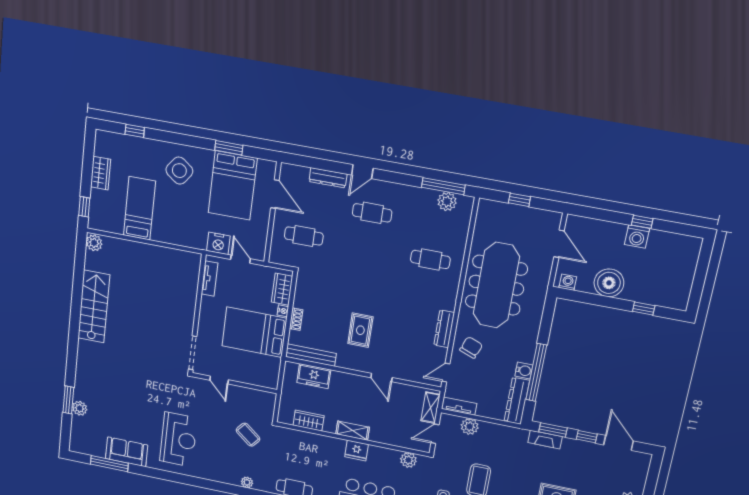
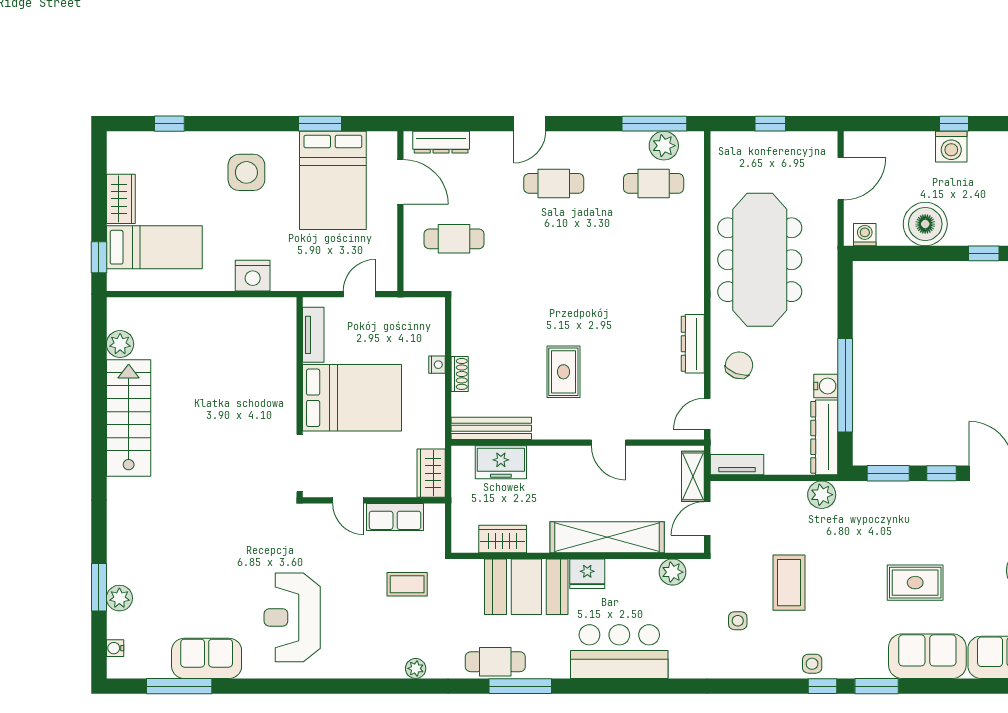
side table: (179, 171) -> (246, 172), turned -37
dresser: (328, 178) -> (441, 142), moved
bed: (139, 208) -> (154, 247), moved, turned 90
plant: (94, 243) -> (120, 344), moved
nightstand: (218, 243) -> (253, 276), moved
door: (559, 244) -> (841, 179), hinge flipped
door: (240, 259) -> (359, 294), hinge flipped
cafe table: (430, 259) -> (654, 183), moved
wardrobe: (282, 289) -> (431, 473), moved
bed: (254, 332) -> (352, 398), moved, turned 180
row of seats: (246, 395) -> (395, 517), added
plant: (470, 426) -> (822, 495), moved
shelving: (353, 431) -> (607, 537), width x2.20, depth x1.33
water cooler: (75, 435) -> (115, 648), added
coffee table: (248, 435) -> (407, 584), turned -39
reception desk: (178, 439) -> (292, 617), turned 180
fireplace: (545, 440) -> (879, 492), removed
booth: (319, 450) -> (526, 587), added

